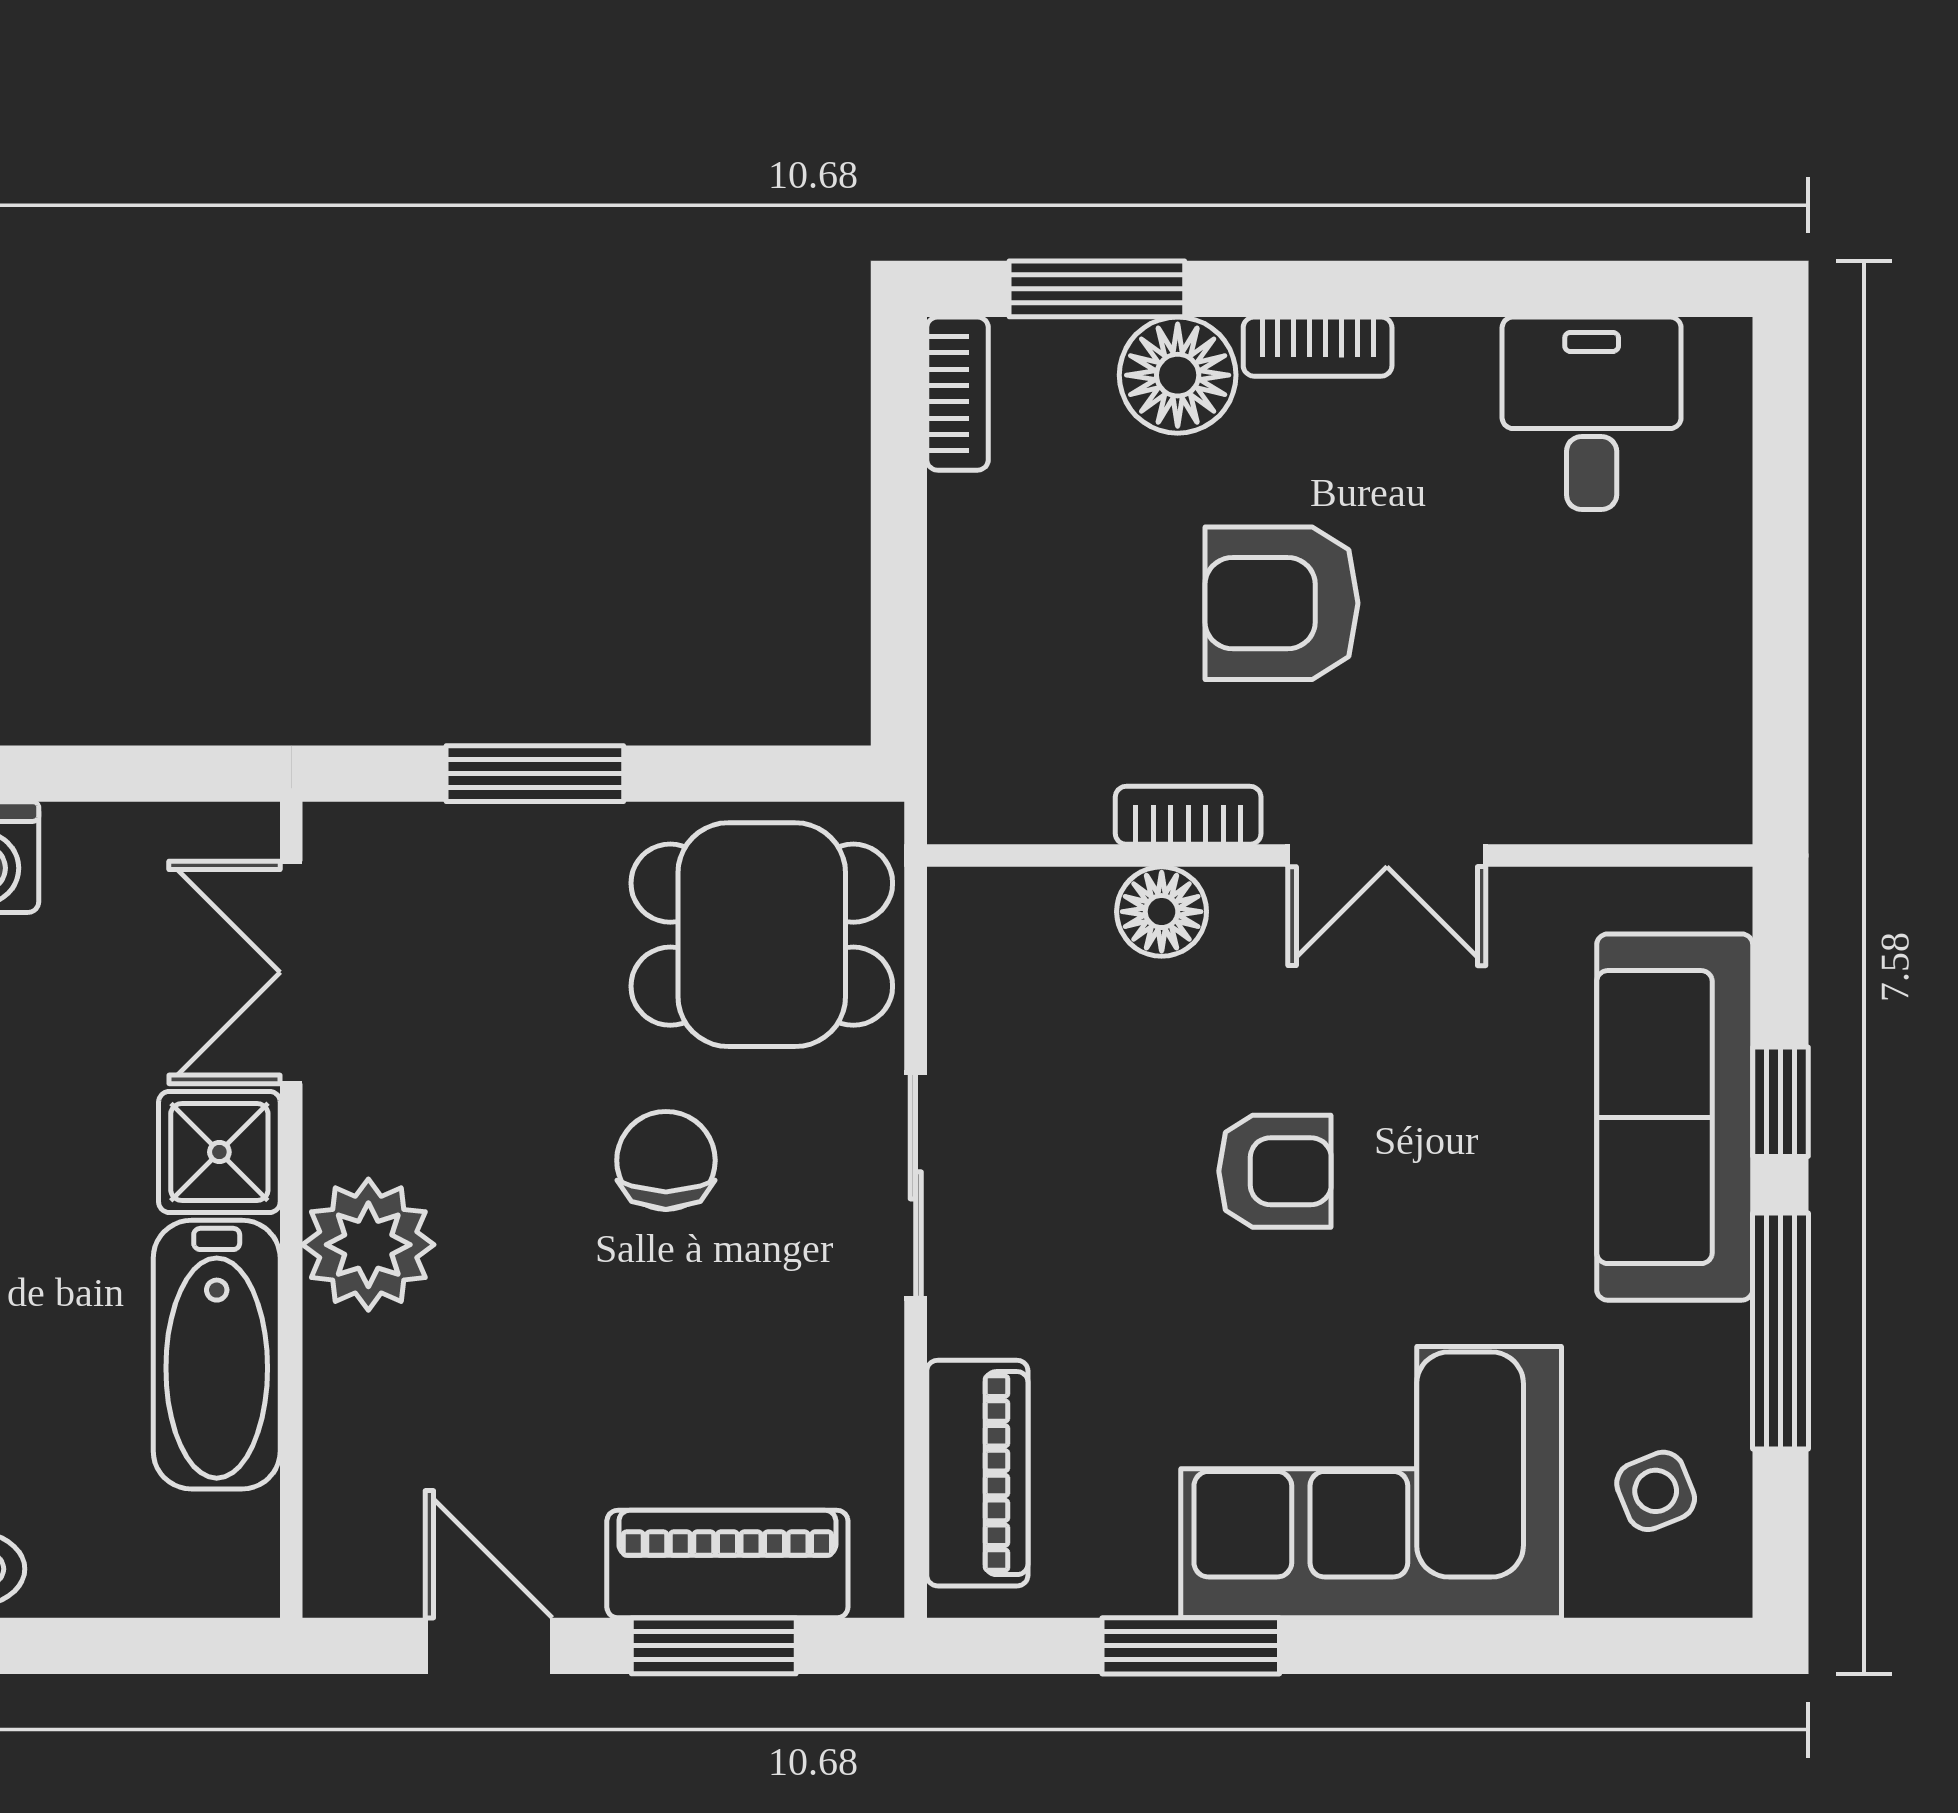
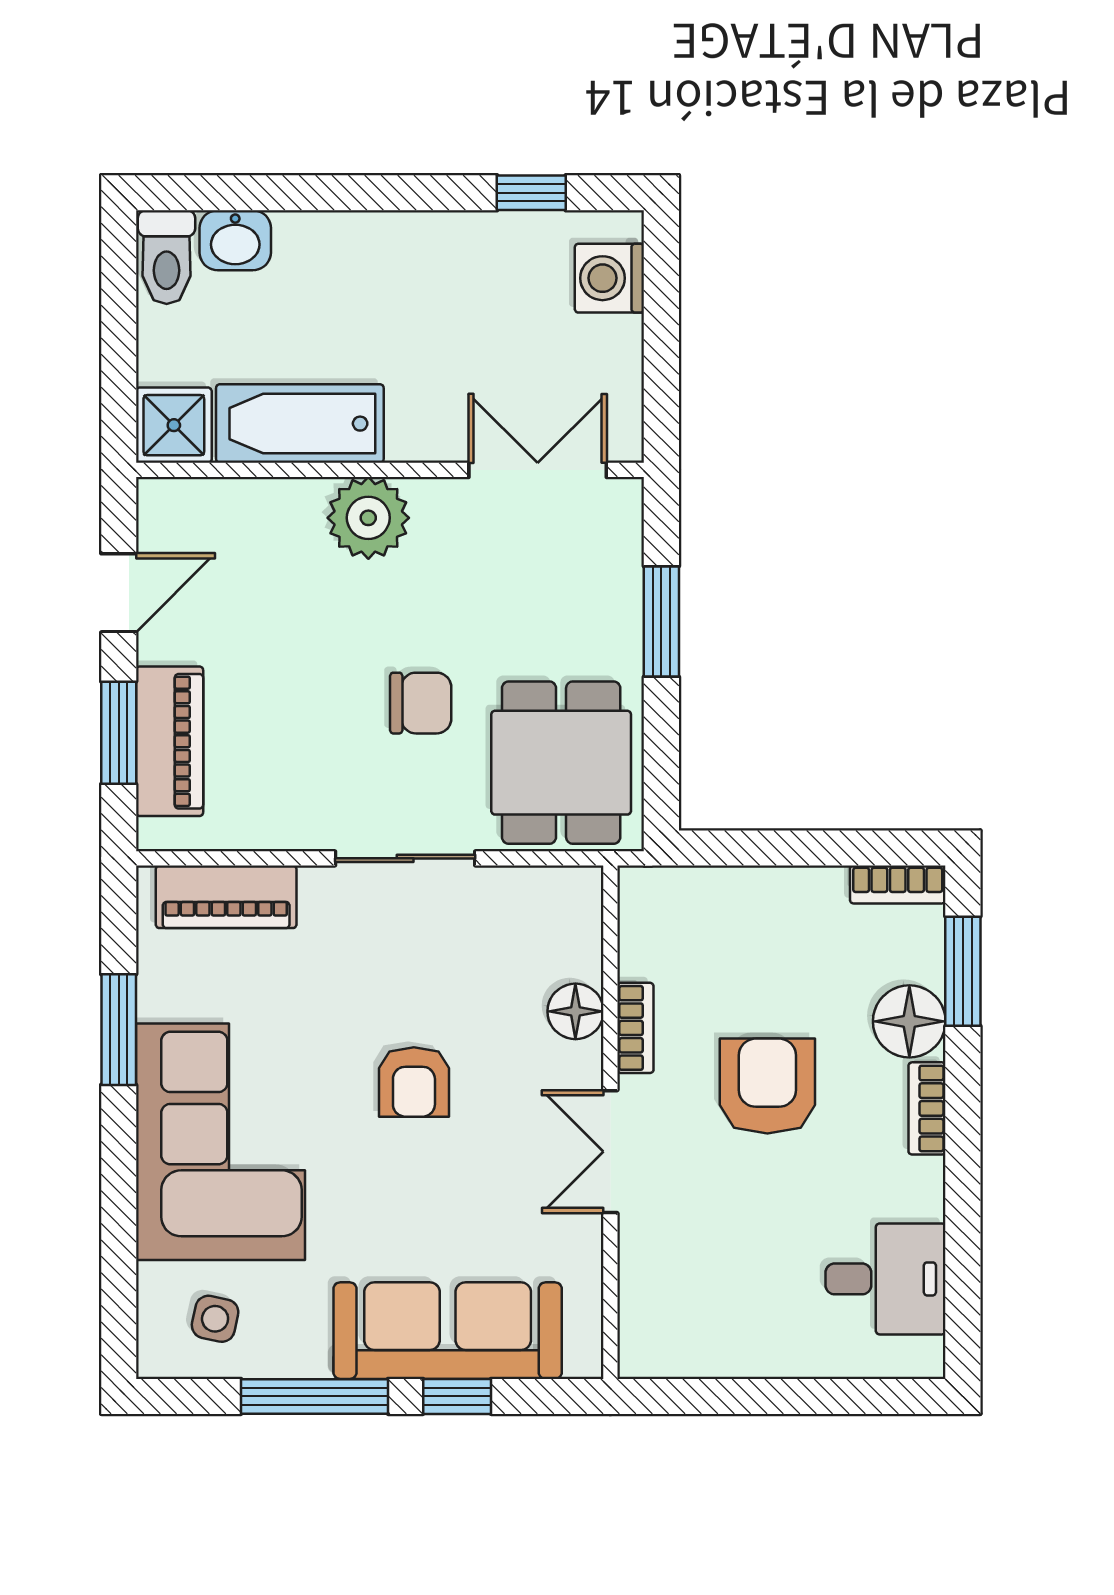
shower: (219, 1152) -> (174, 425), moved
side table: (1656, 1491) -> (215, 1319), turned 34

